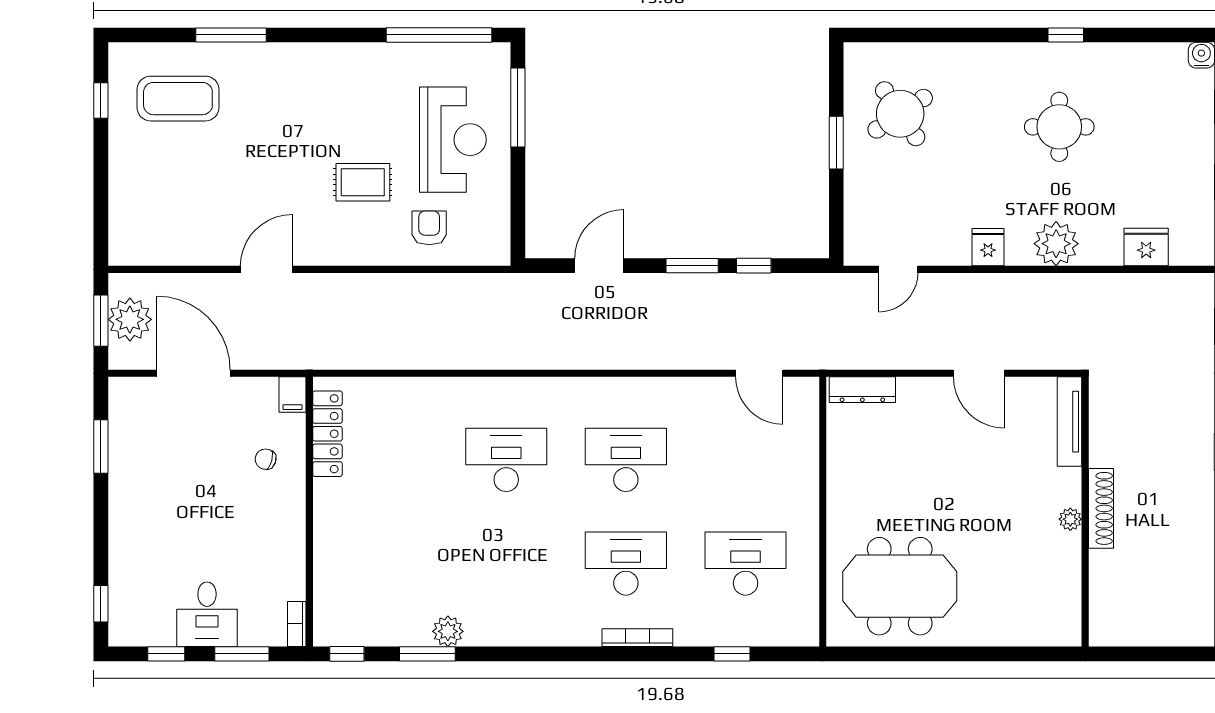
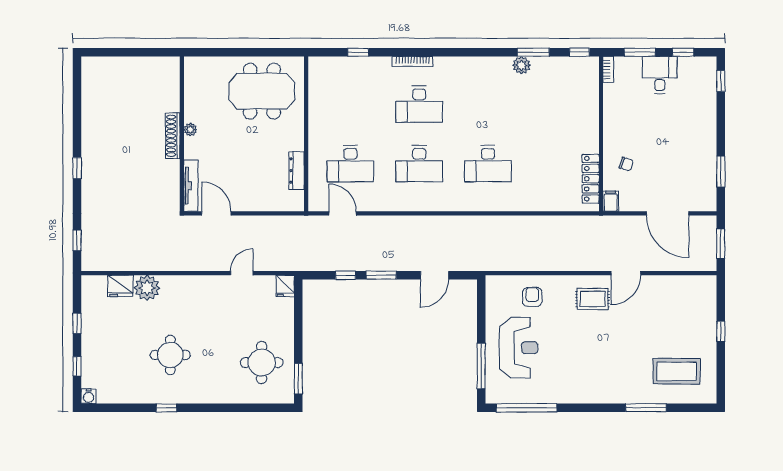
window: (101, 100) -> (721, 331), moved
round table: (900, 114) -> (262, 363), turned 34
reception desk: (453, 140) -> (519, 348), turned 180
window: (836, 143) -> (298, 379), moved
rug: (363, 182) -> (592, 299), moved
armchair: (429, 228) -> (532, 297), turned 180
plant: (1056, 244) -> (147, 288), moved
fridge: (988, 247) -> (285, 286), moved
door: (898, 269) -> (242, 273), moved
plant: (130, 319) -> (704, 244), removed
dresser: (862, 390) -> (297, 170), moved, turned -90
tv unit: (1070, 422) -> (191, 186), moved
shoe rack: (1101, 508) -> (173, 136), moved
wall: (1085, 512) -> (182, 134), moved
plant: (1070, 519) -> (190, 130), moved
desk: (746, 564) -> (350, 164), moved

